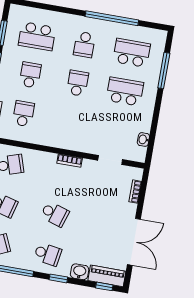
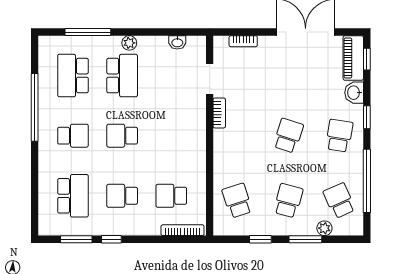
school desk: (125, 91) -> (122, 76), turned 180
plant: (150, 102) -> (129, 43), added
bookcase: (70, 161) -> (219, 113), moved

